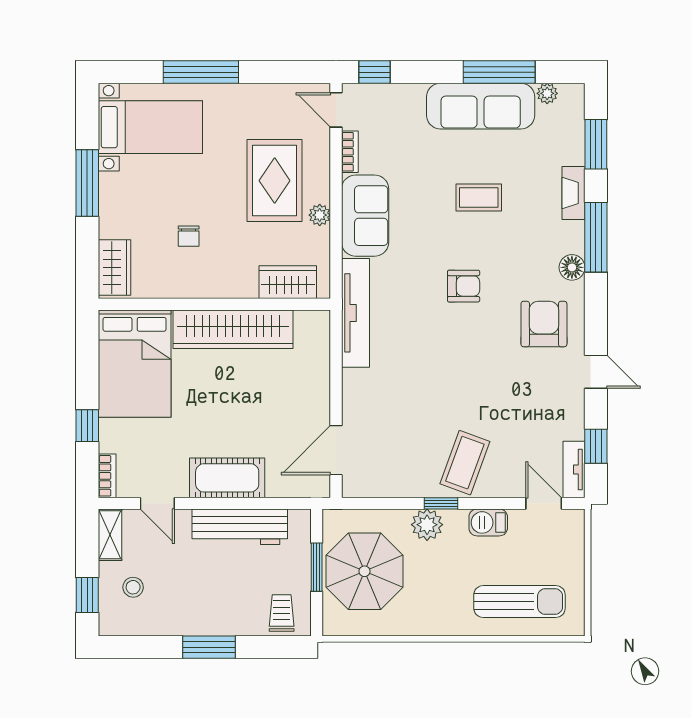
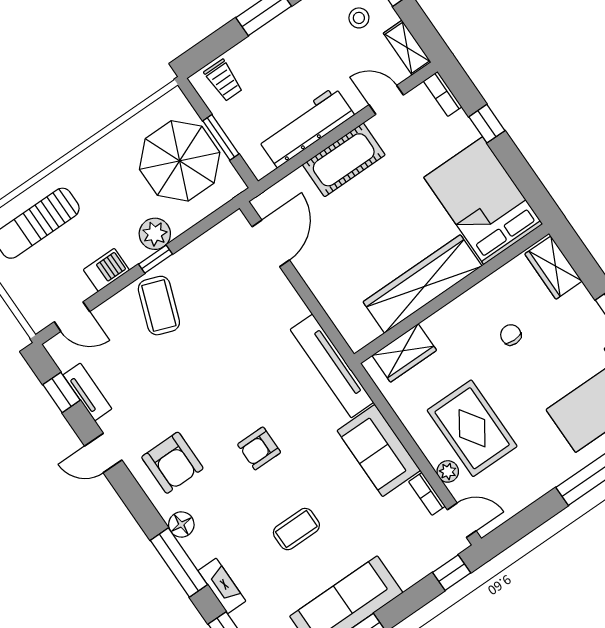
plant: (320, 215) -> (448, 471), moved
tv unit: (574, 469) -> (87, 392), moved

